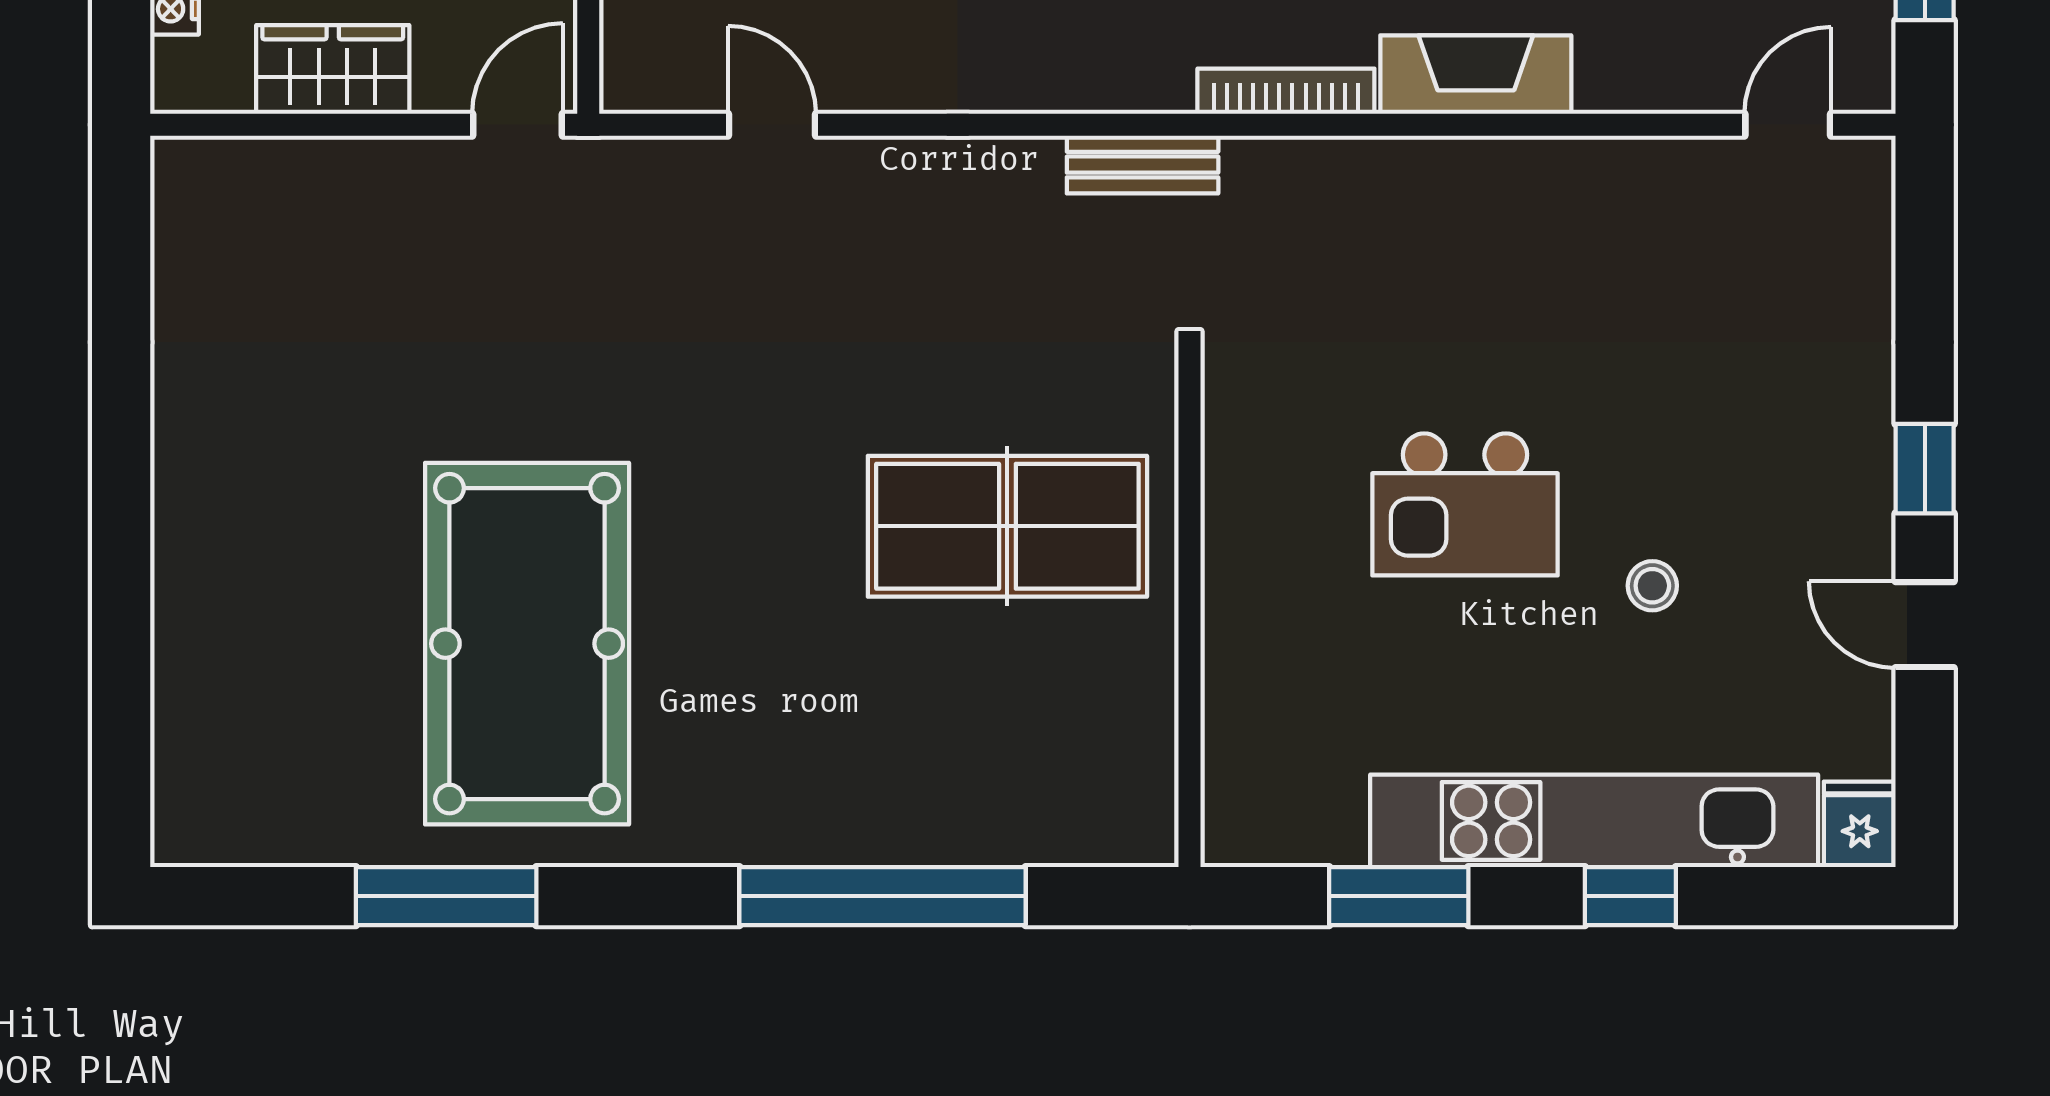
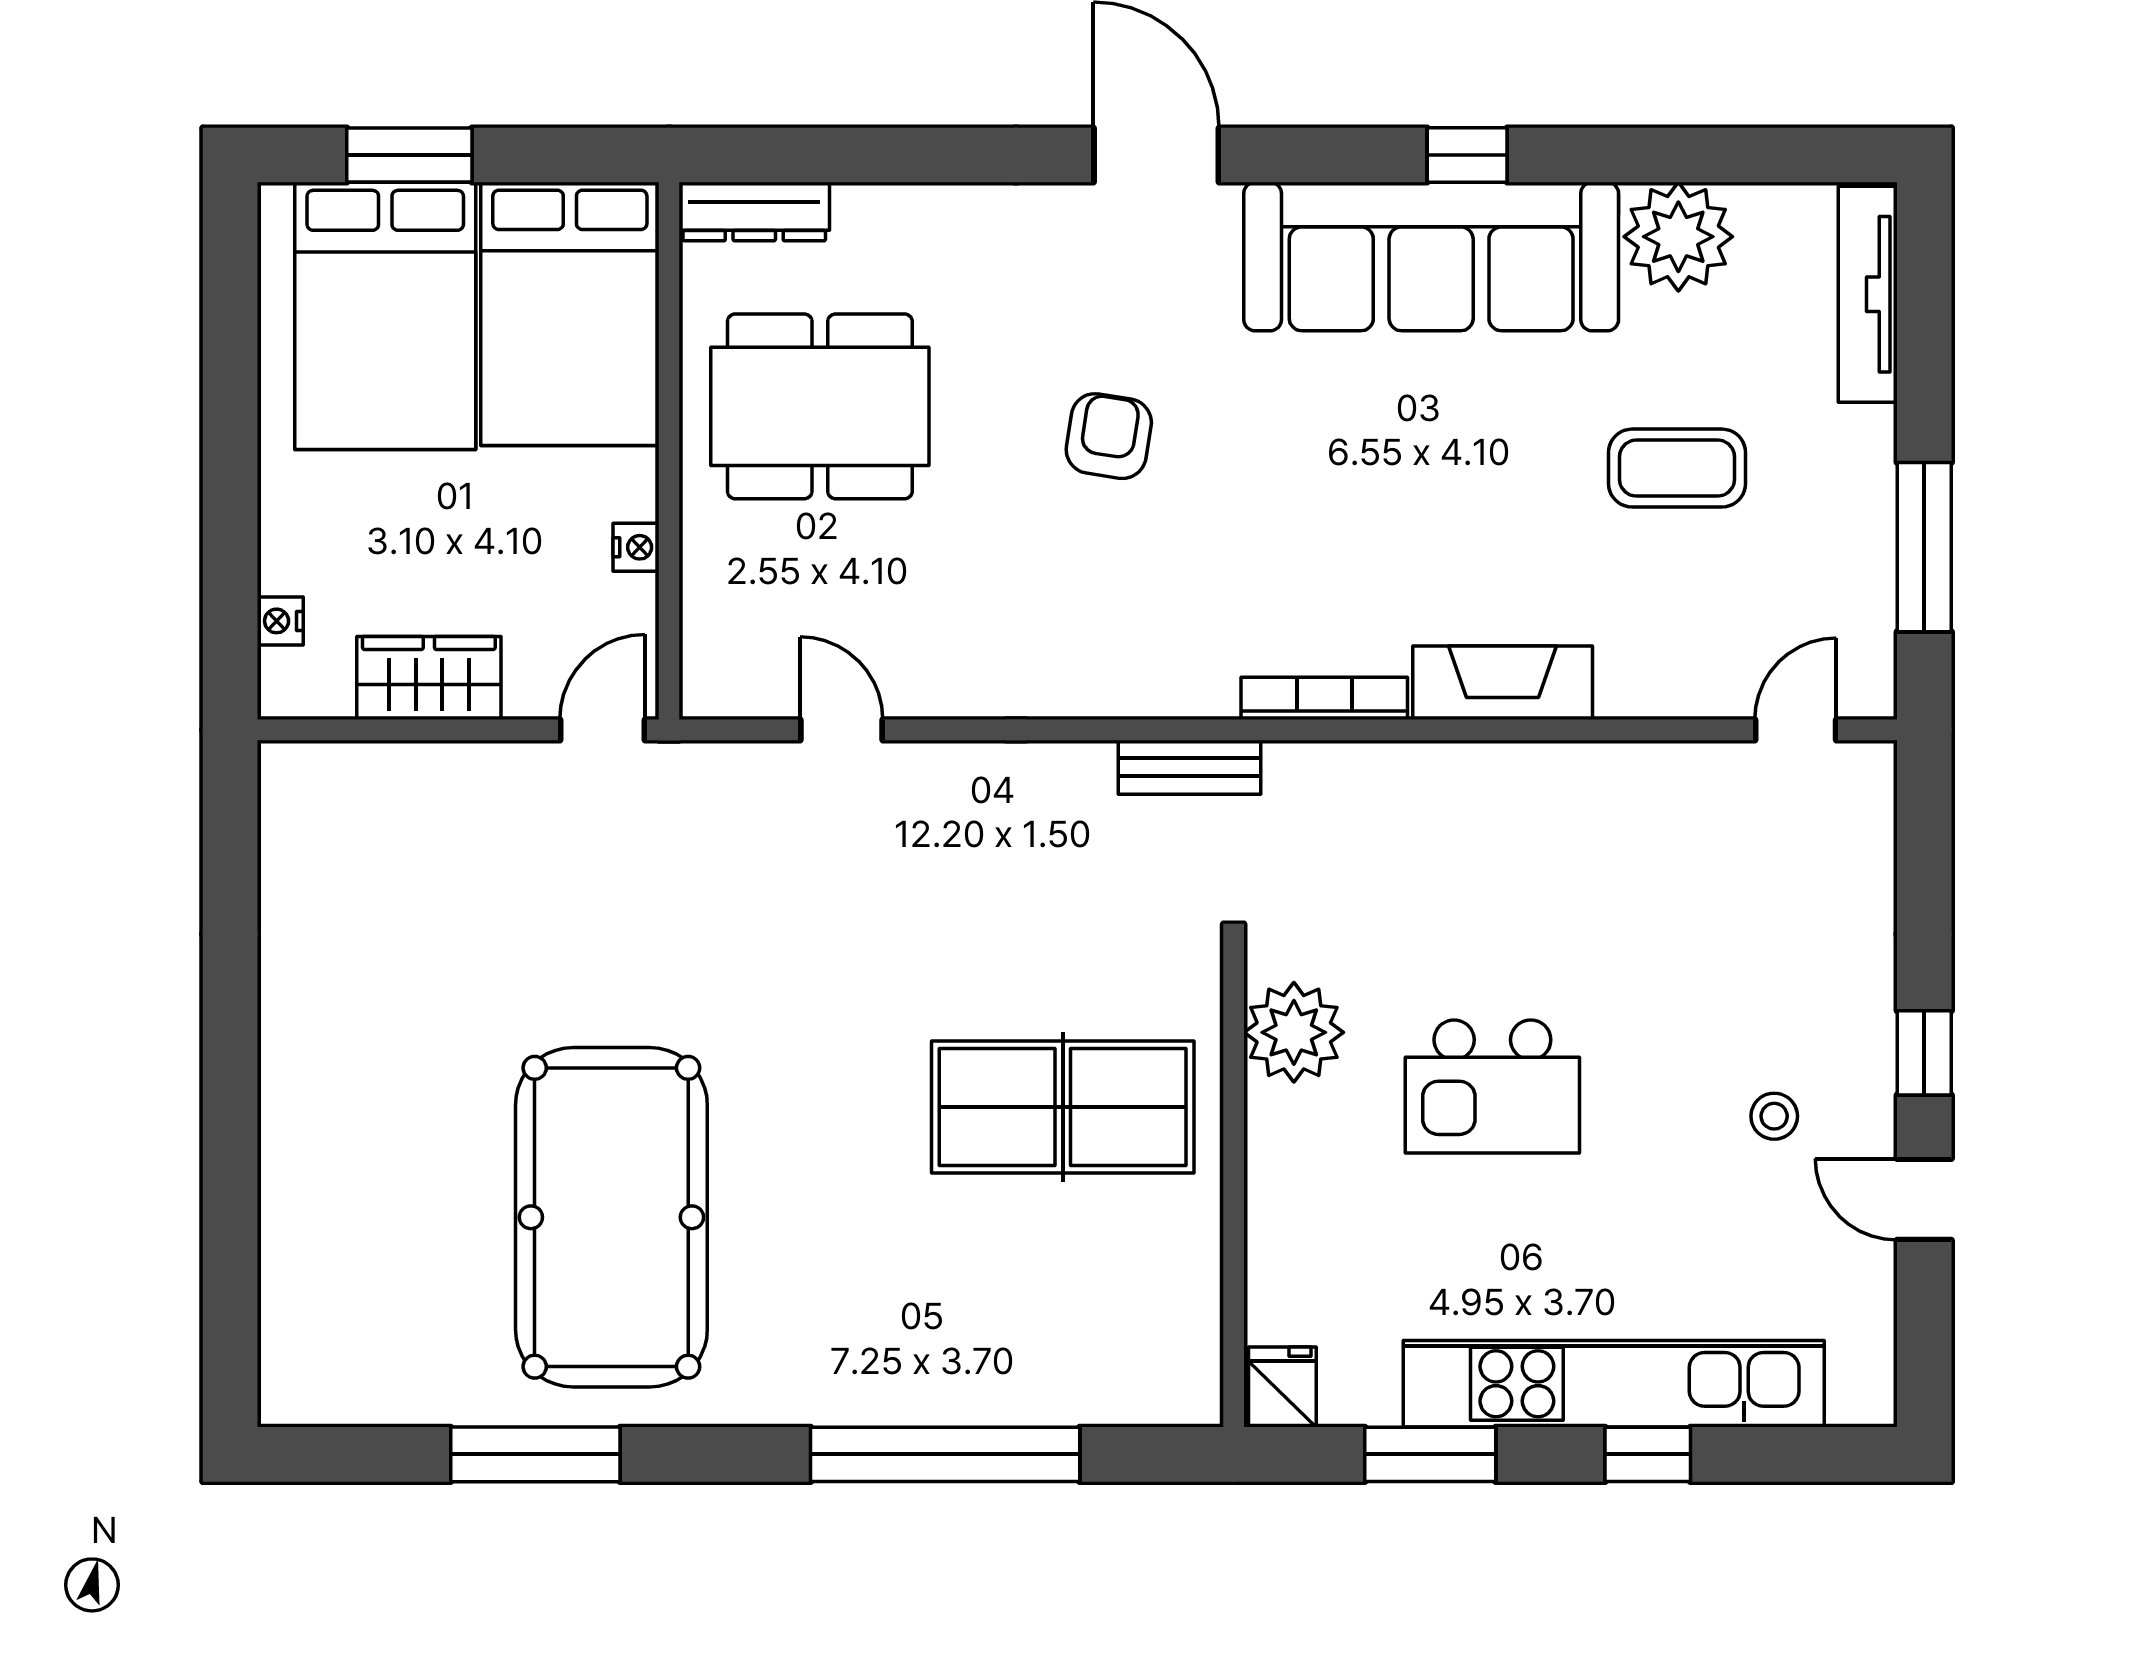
plant: (1254, 447) -> (1294, 1032), added
stool: (1652, 586) -> (1774, 1116), moved
fridge: (1860, 824) -> (1282, 1387), moved

